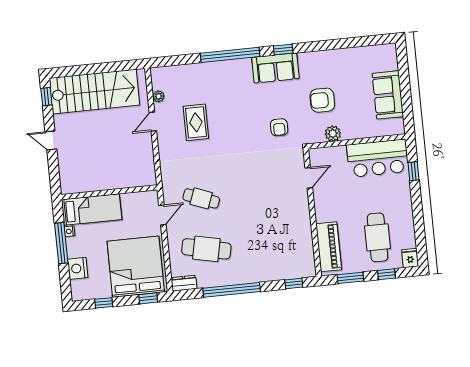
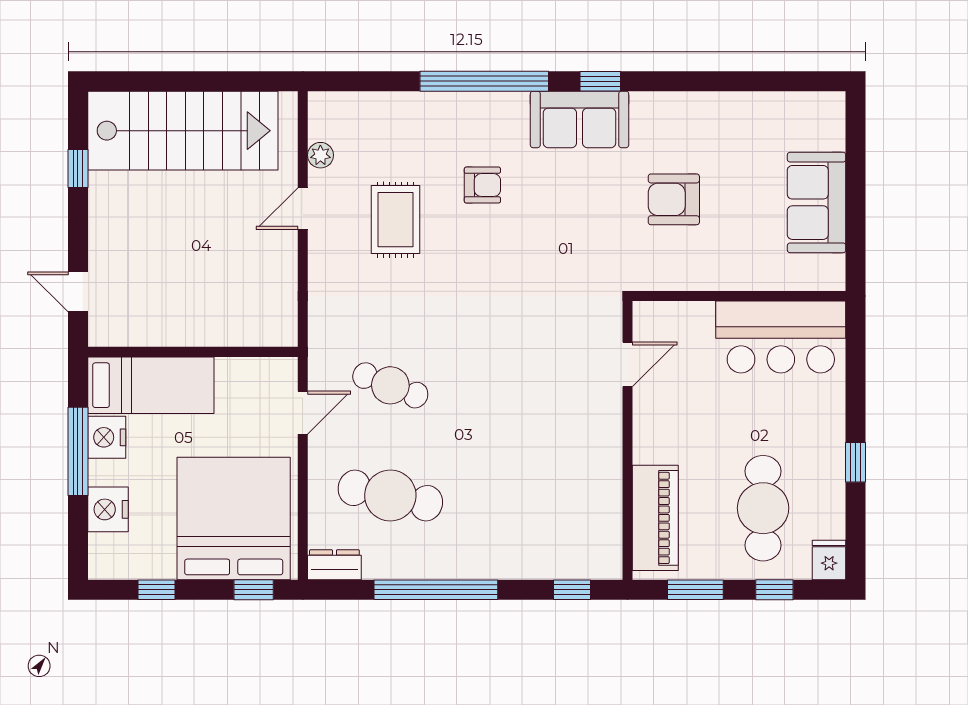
window: (46, 97) -> (78, 169), moved
armchair: (279, 127) -> (482, 185), moved, turned -90
plant: (333, 134) -> (689, 274), removed
door: (51, 140) -> (78, 292), moved
window: (414, 171) -> (856, 462), moved
nightstand: (70, 231) -> (107, 437), width x1.89, depth x1.79

